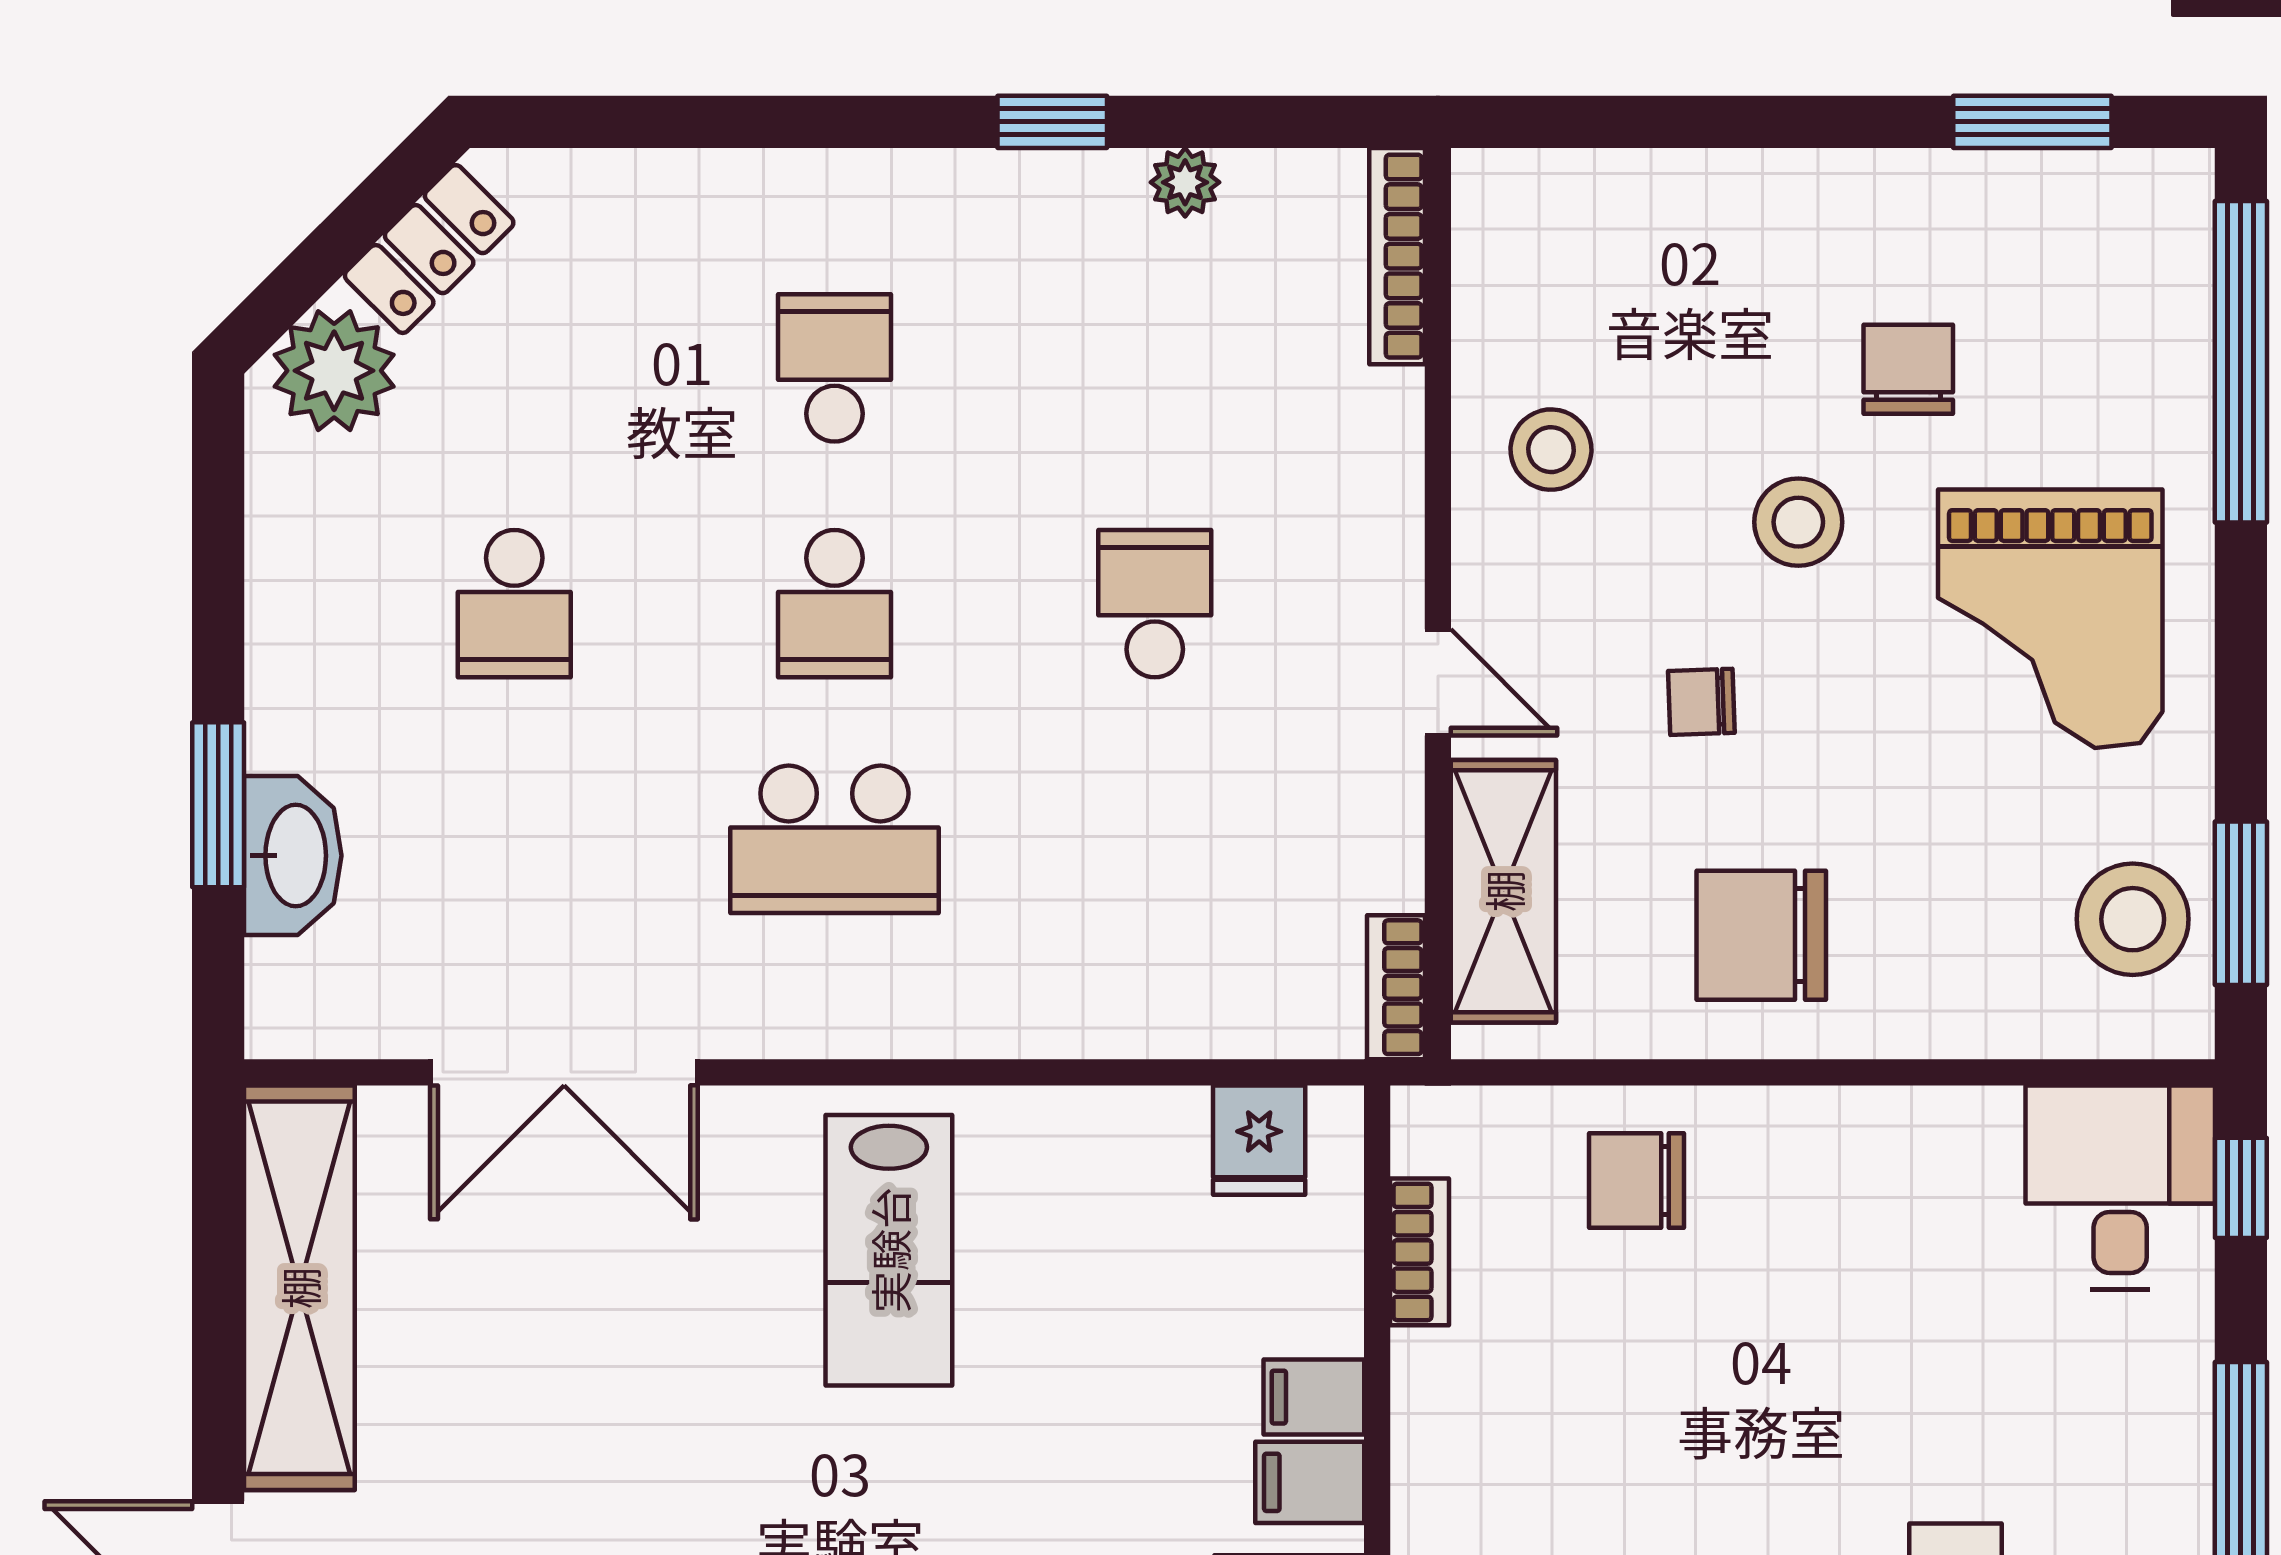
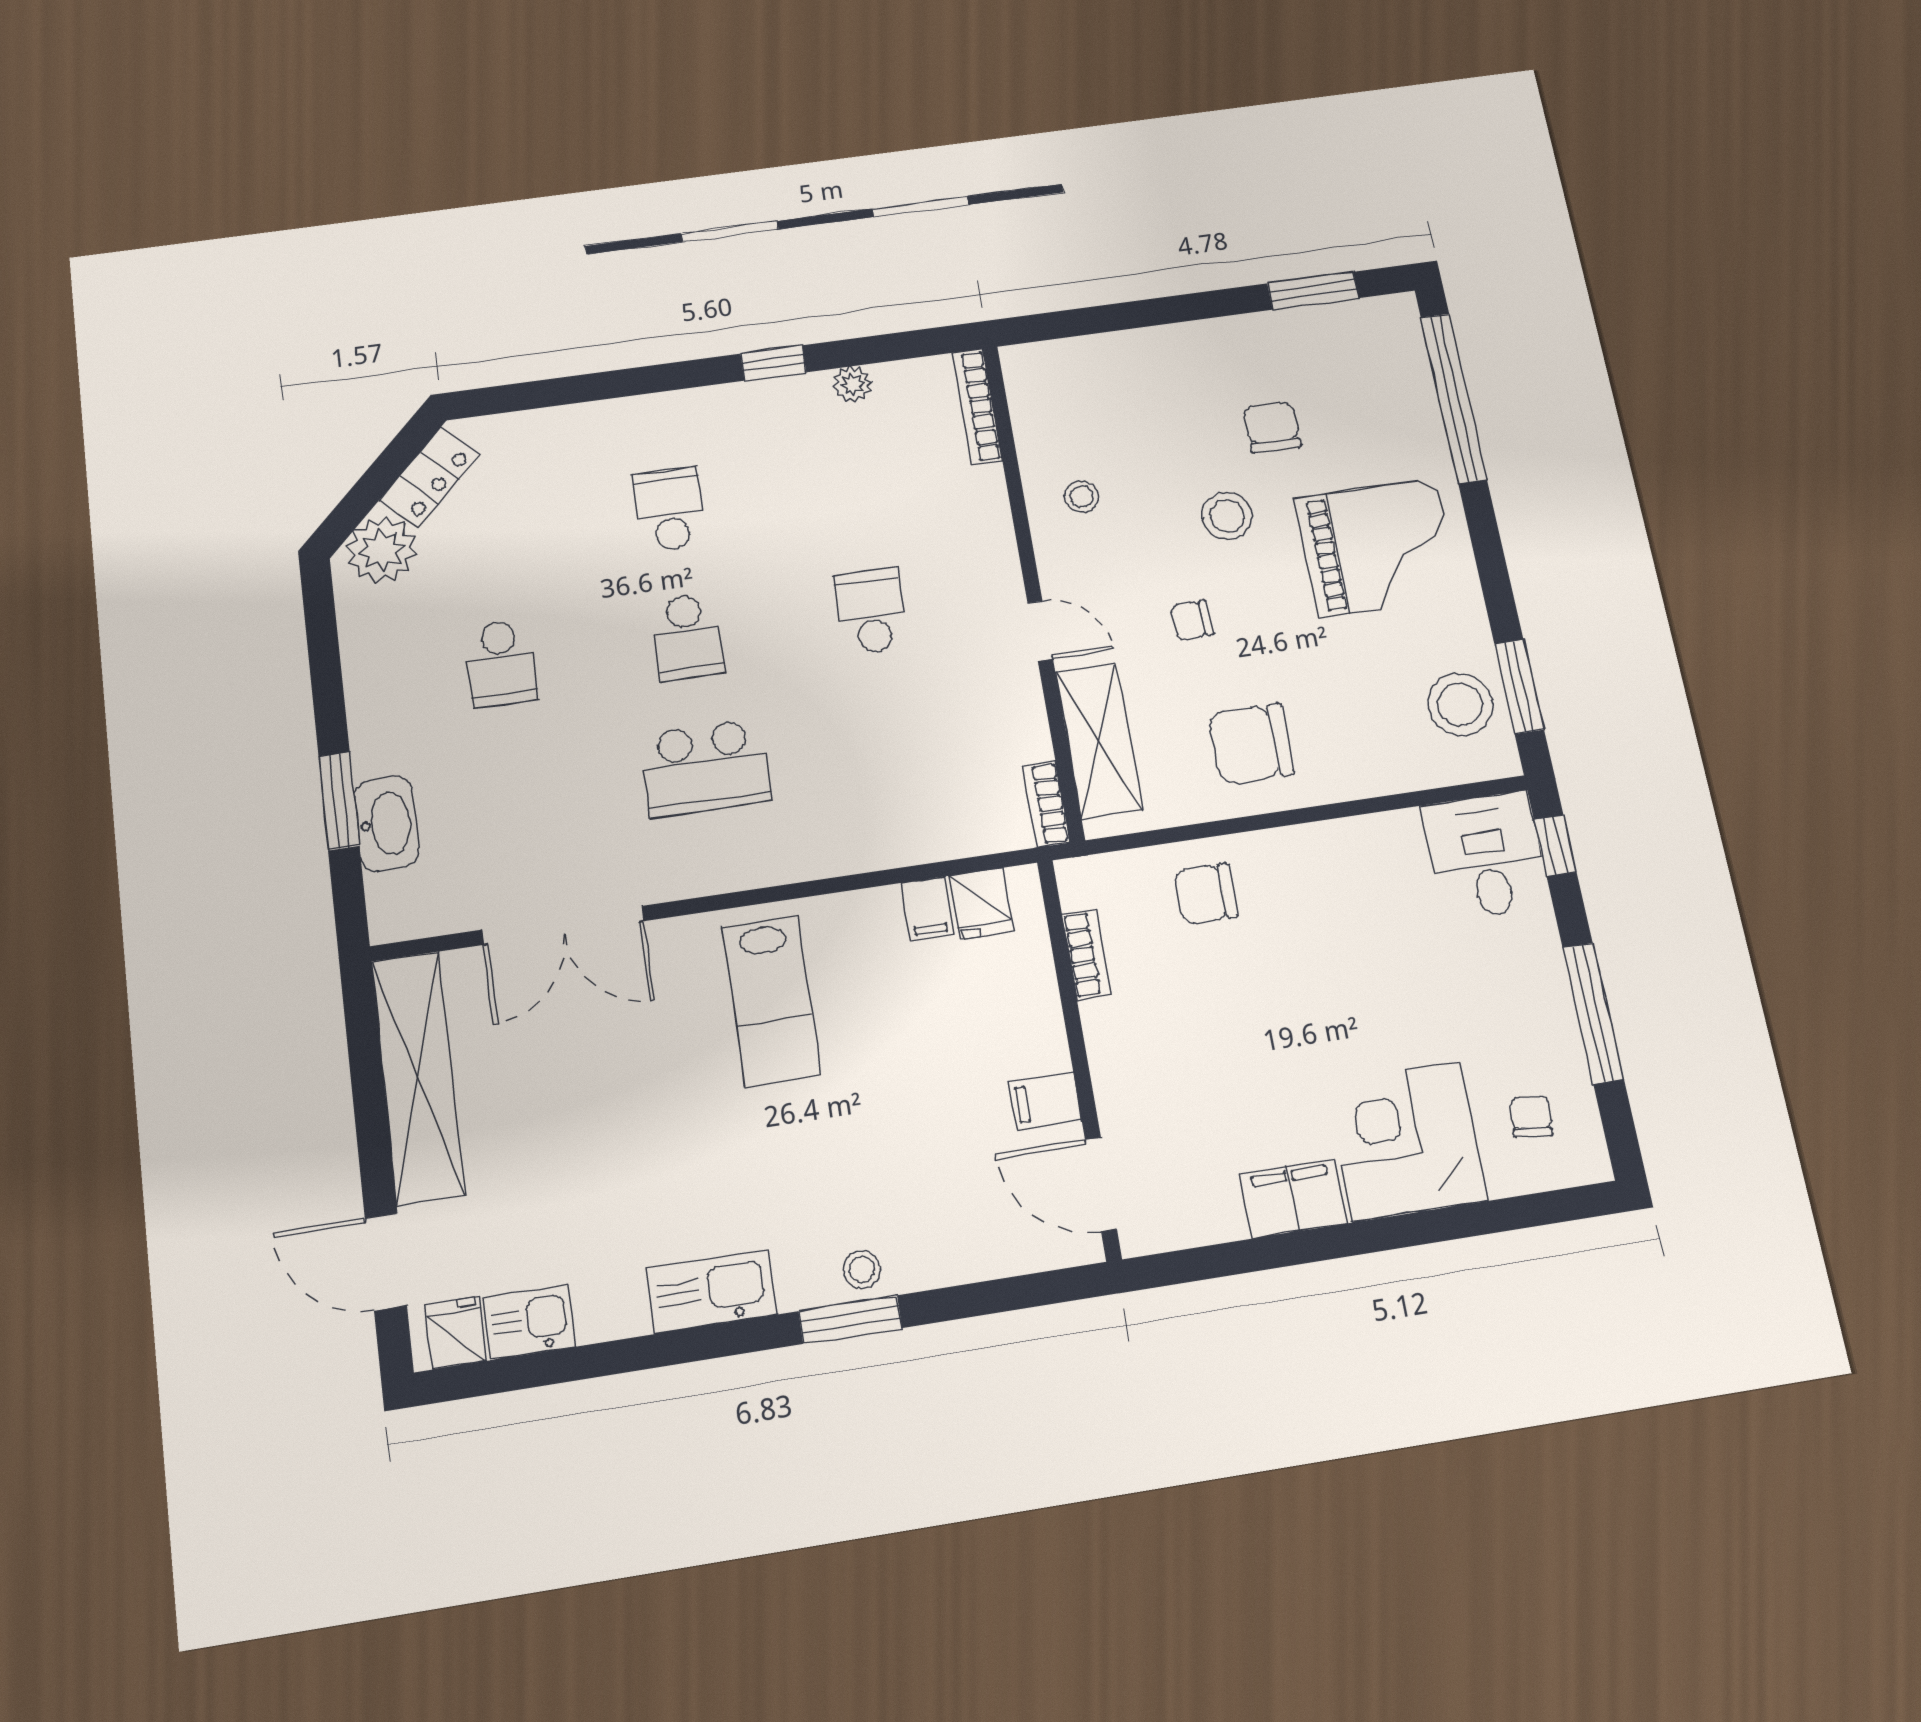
stool: (1551, 450) -> (1081, 497), width x0.73, depth x0.73
grand piano: (2050, 619) -> (1378, 548), turned -90
filing cabinet: (1314, 1397) -> (927, 909), moved, turned -90

